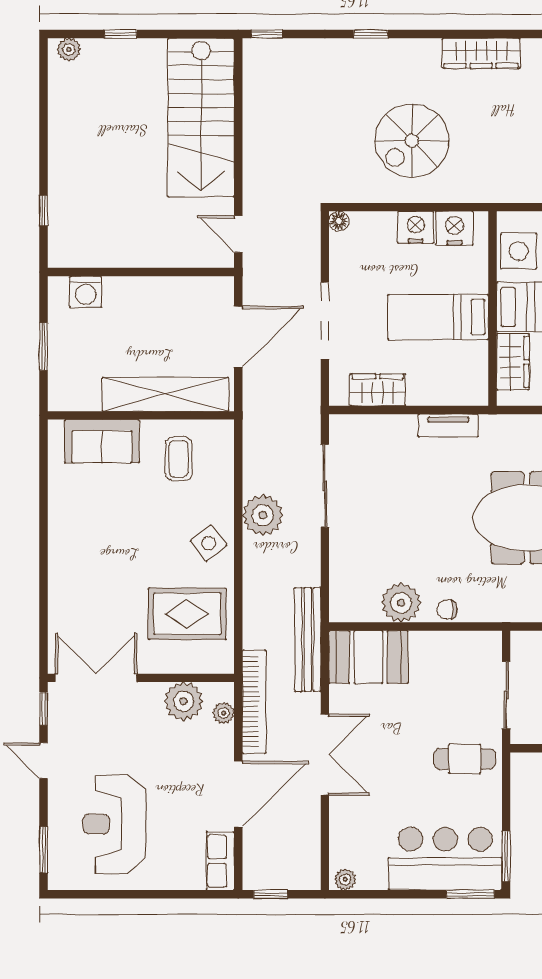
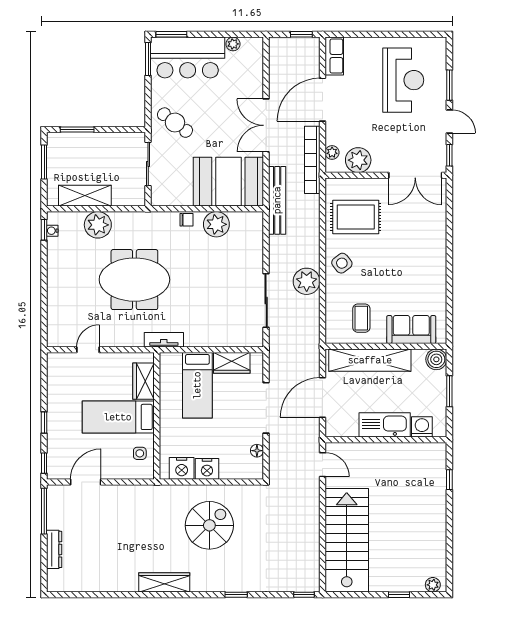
floor lamp: (339, 221) -> (257, 451), moved
side table: (519, 251) -> (140, 453), width x0.54, depth x0.54
kitchen sink: (143, 295) -> (385, 425), added
bed: (438, 317) -> (197, 385), moved, turned 90
boiler: (64, 395) -> (436, 359), added
tv unit: (448, 426) -> (164, 340), moved
booth: (368, 657) -> (228, 182), width x1.36, depth x1.42
cafe table: (465, 759) -> (175, 123), turned 37
window: (43, 850) -> (449, 85), moved
plant: (345, 880) -> (233, 44), moved

